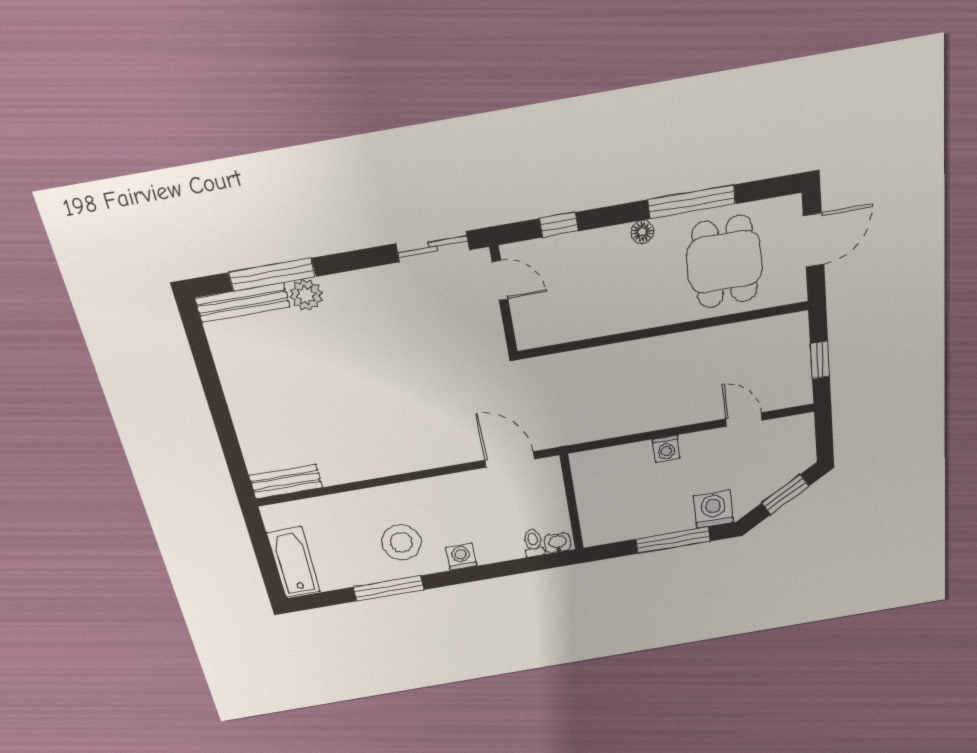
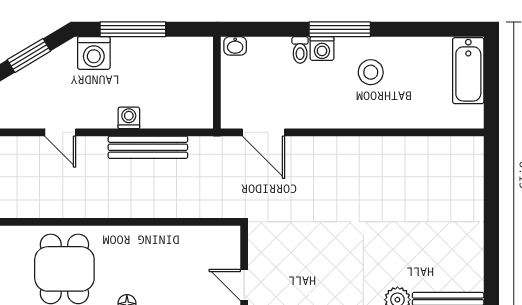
bench: (286, 481) -> (148, 147), moved, width x1.36
stool: (402, 542) -> (371, 72), width x0.73, depth x0.73
toilet: (533, 543) -> (300, 50), moved
window: (388, 588) -> (340, 29), moved

